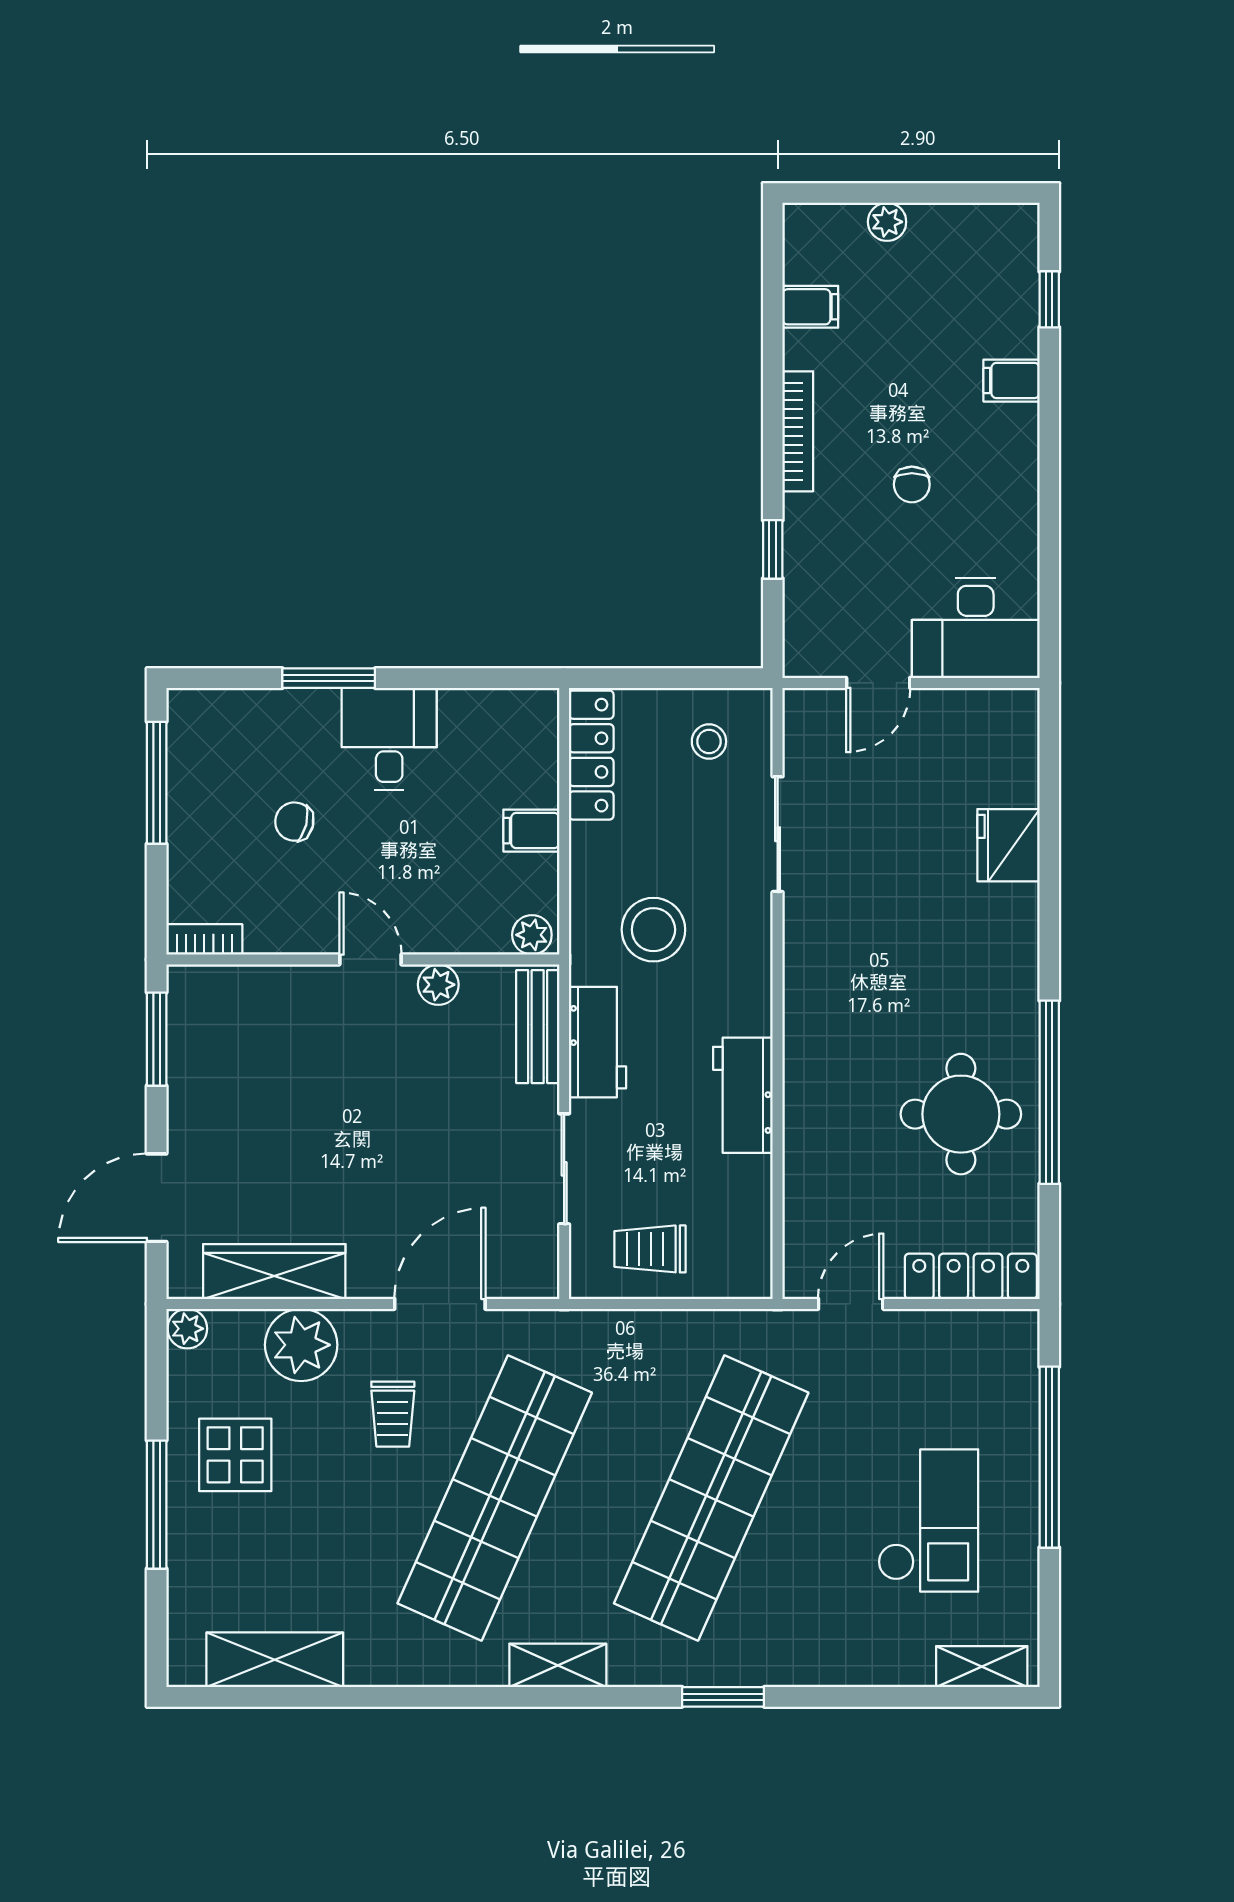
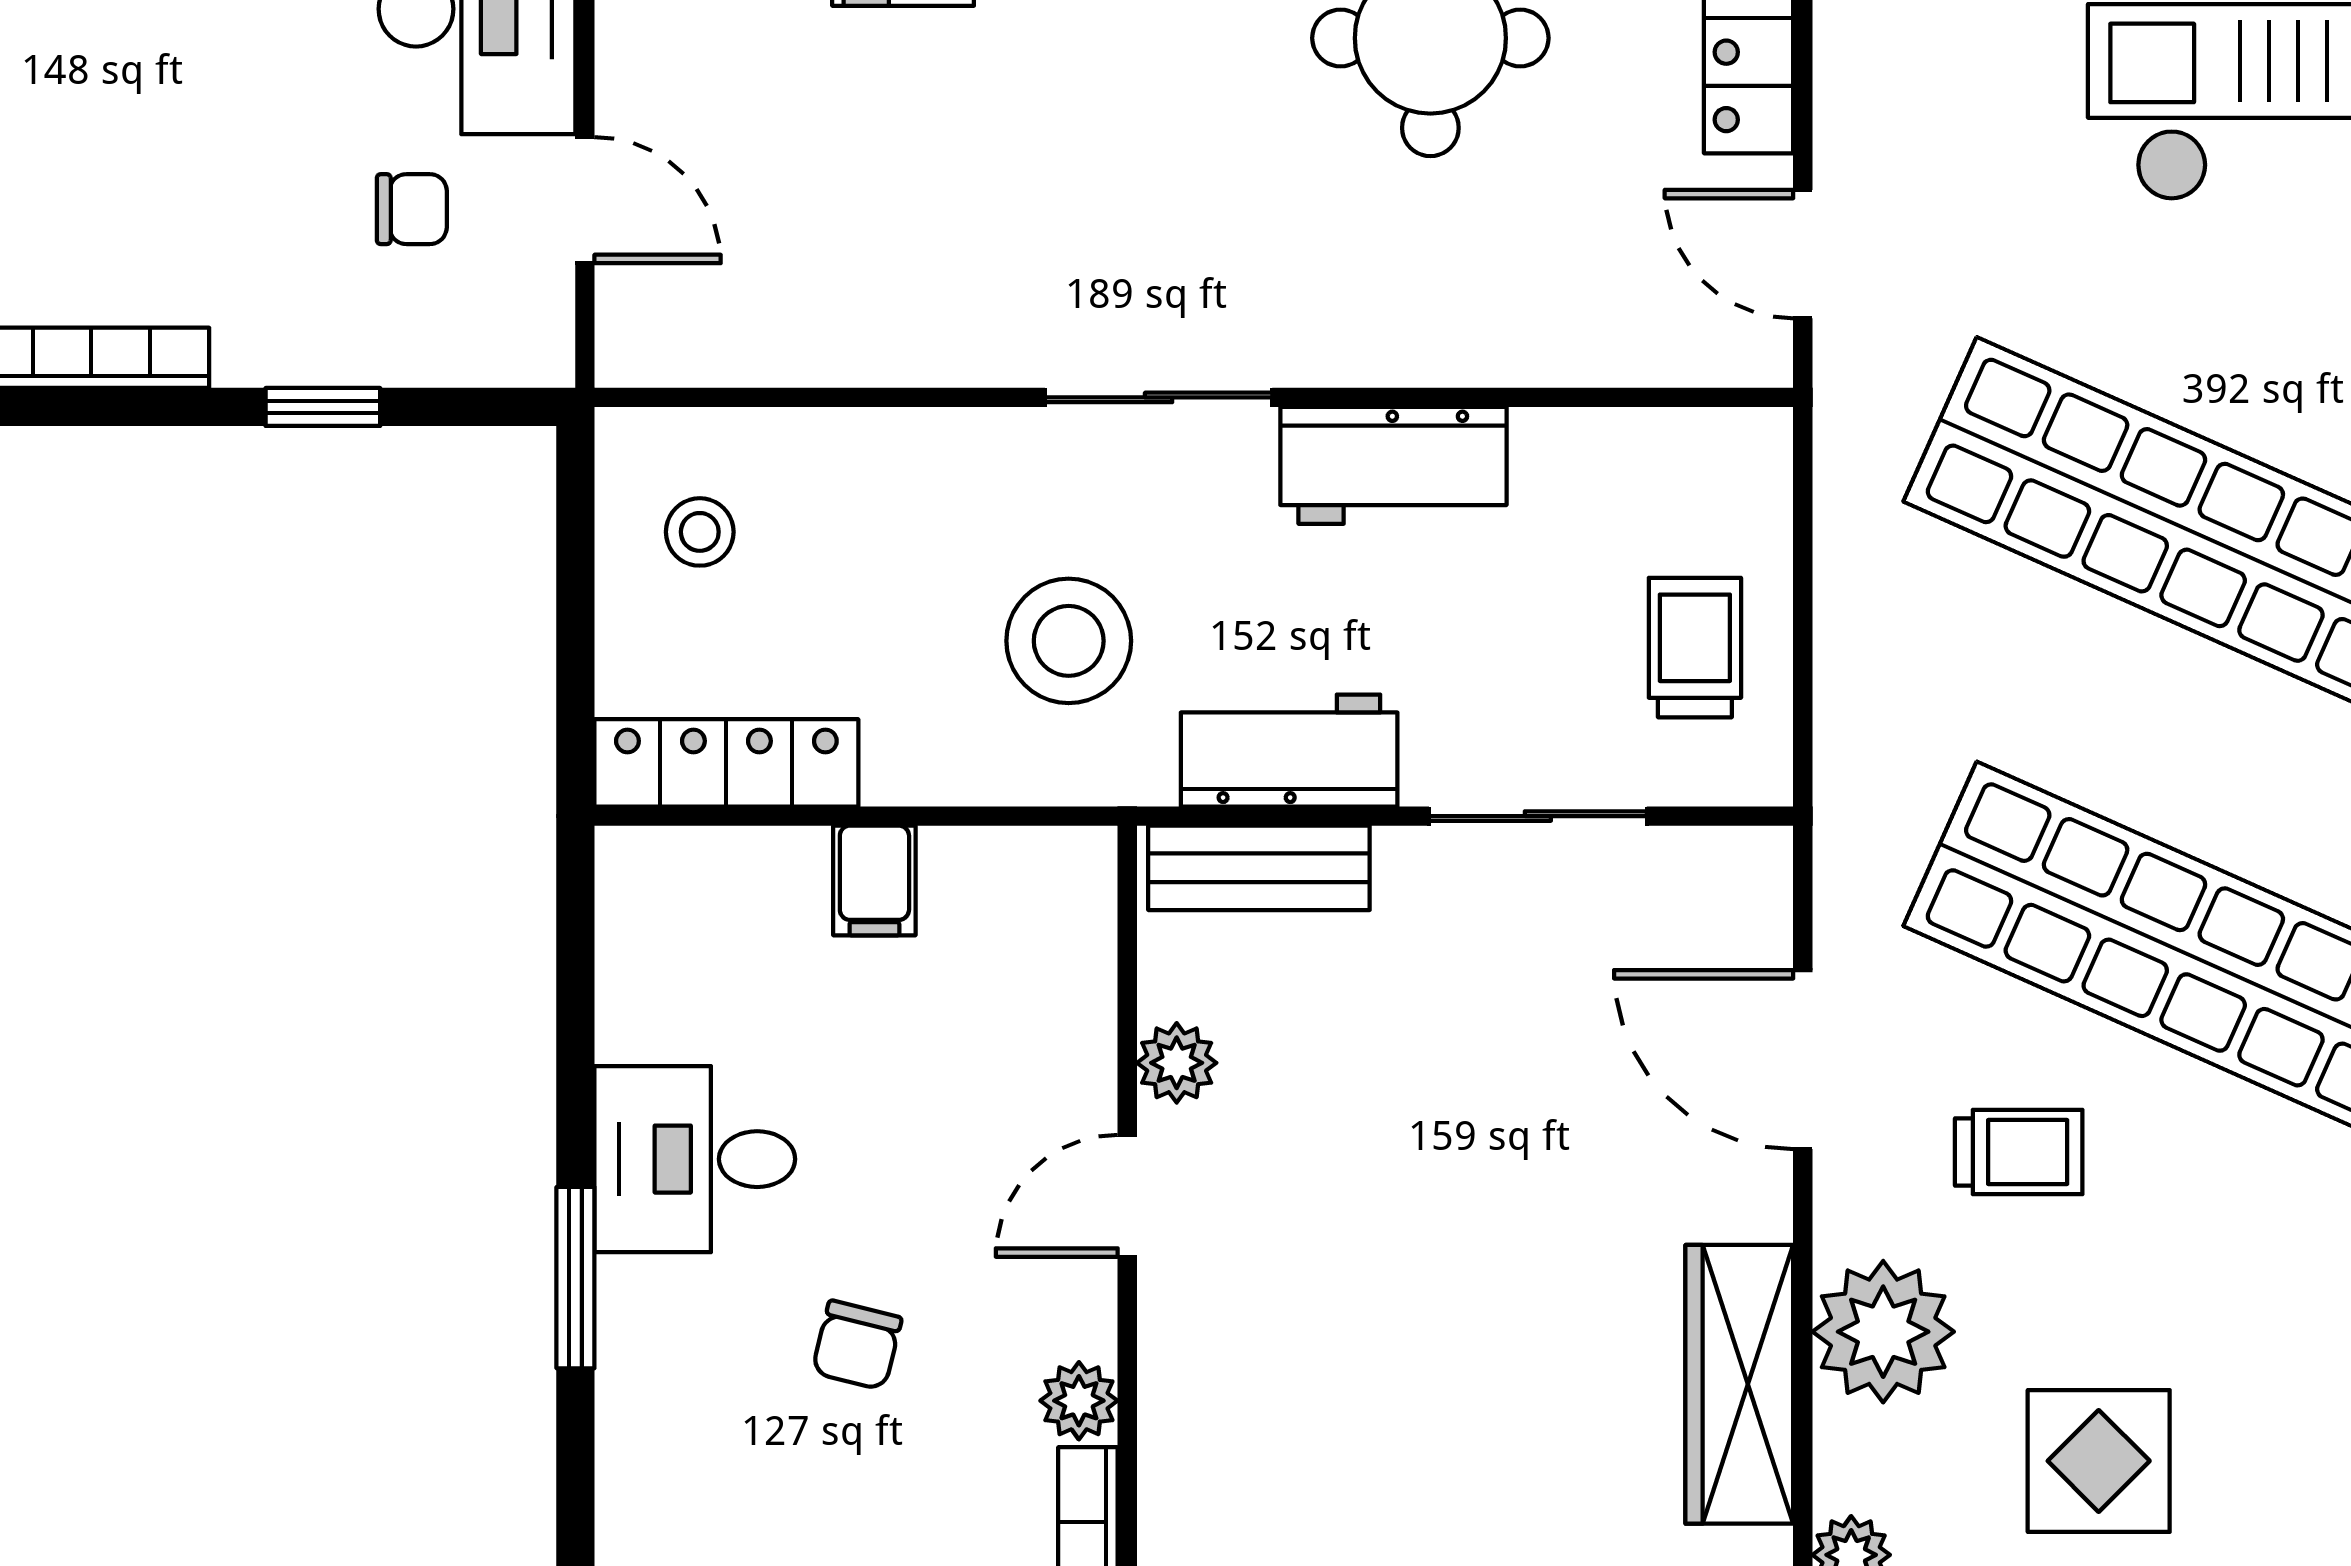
chair: (912, 484) -> (412, 209), moved
sliding door: (778, 834) -> (1159, 397), moved
plant: (532, 935) -> (1079, 1401), moved
trolley: (650, 1249) -> (1695, 648), turned 180

